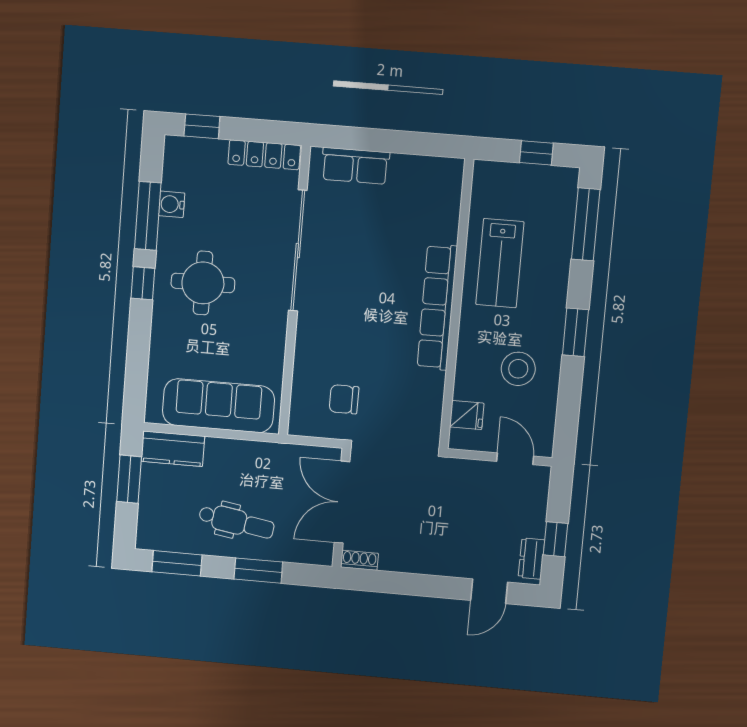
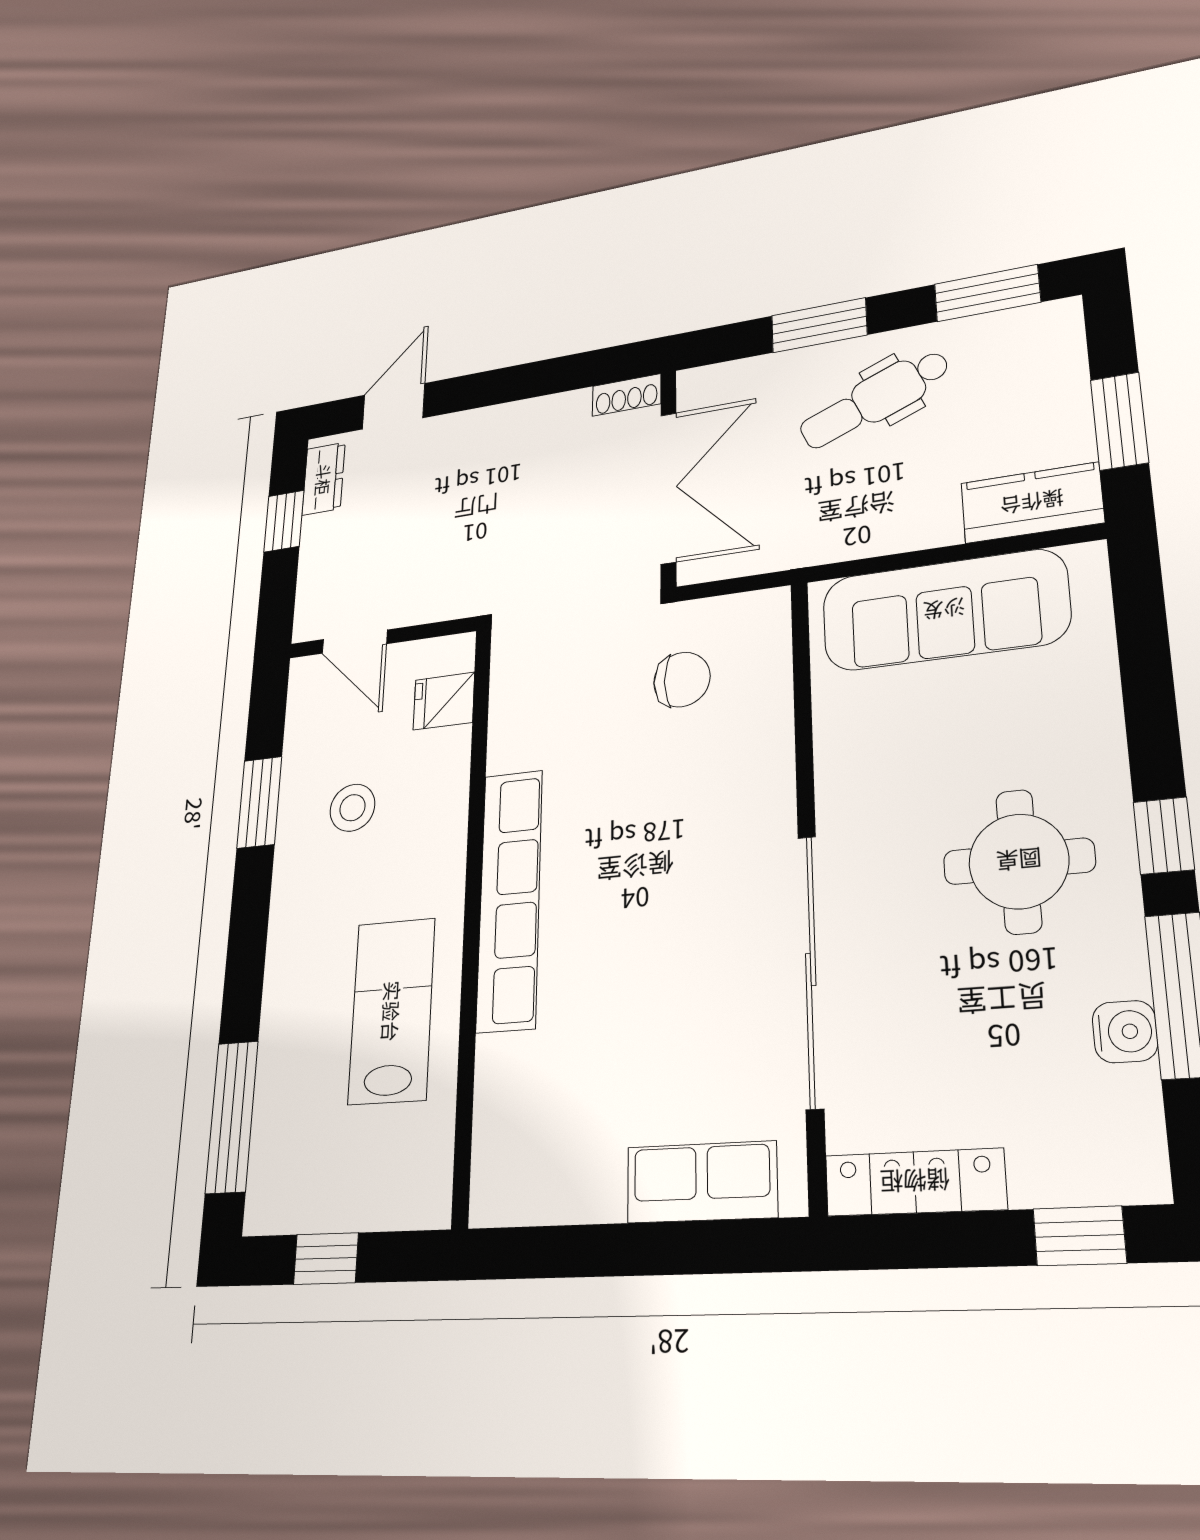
window: (575, 332) -> (259, 802), moved
stool: (518, 369) -> (352, 808), width x0.73, depth x0.73
dental chair: (237, 522) -> (874, 399), turned -32

